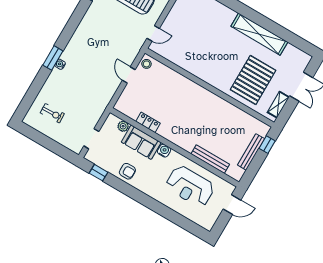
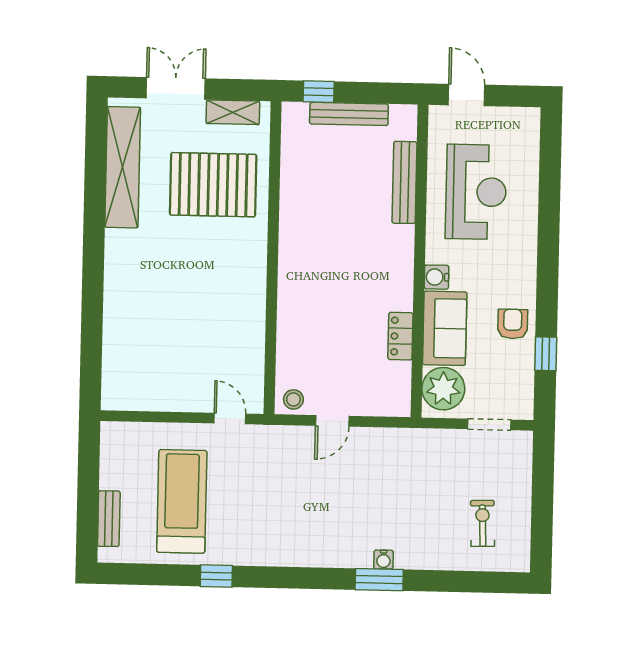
shelving: (259, 34) -> (123, 167), moved
plant: (123, 126) -> (443, 389), width x1.88, depth x1.88
window: (99, 173) -> (546, 354), moved

